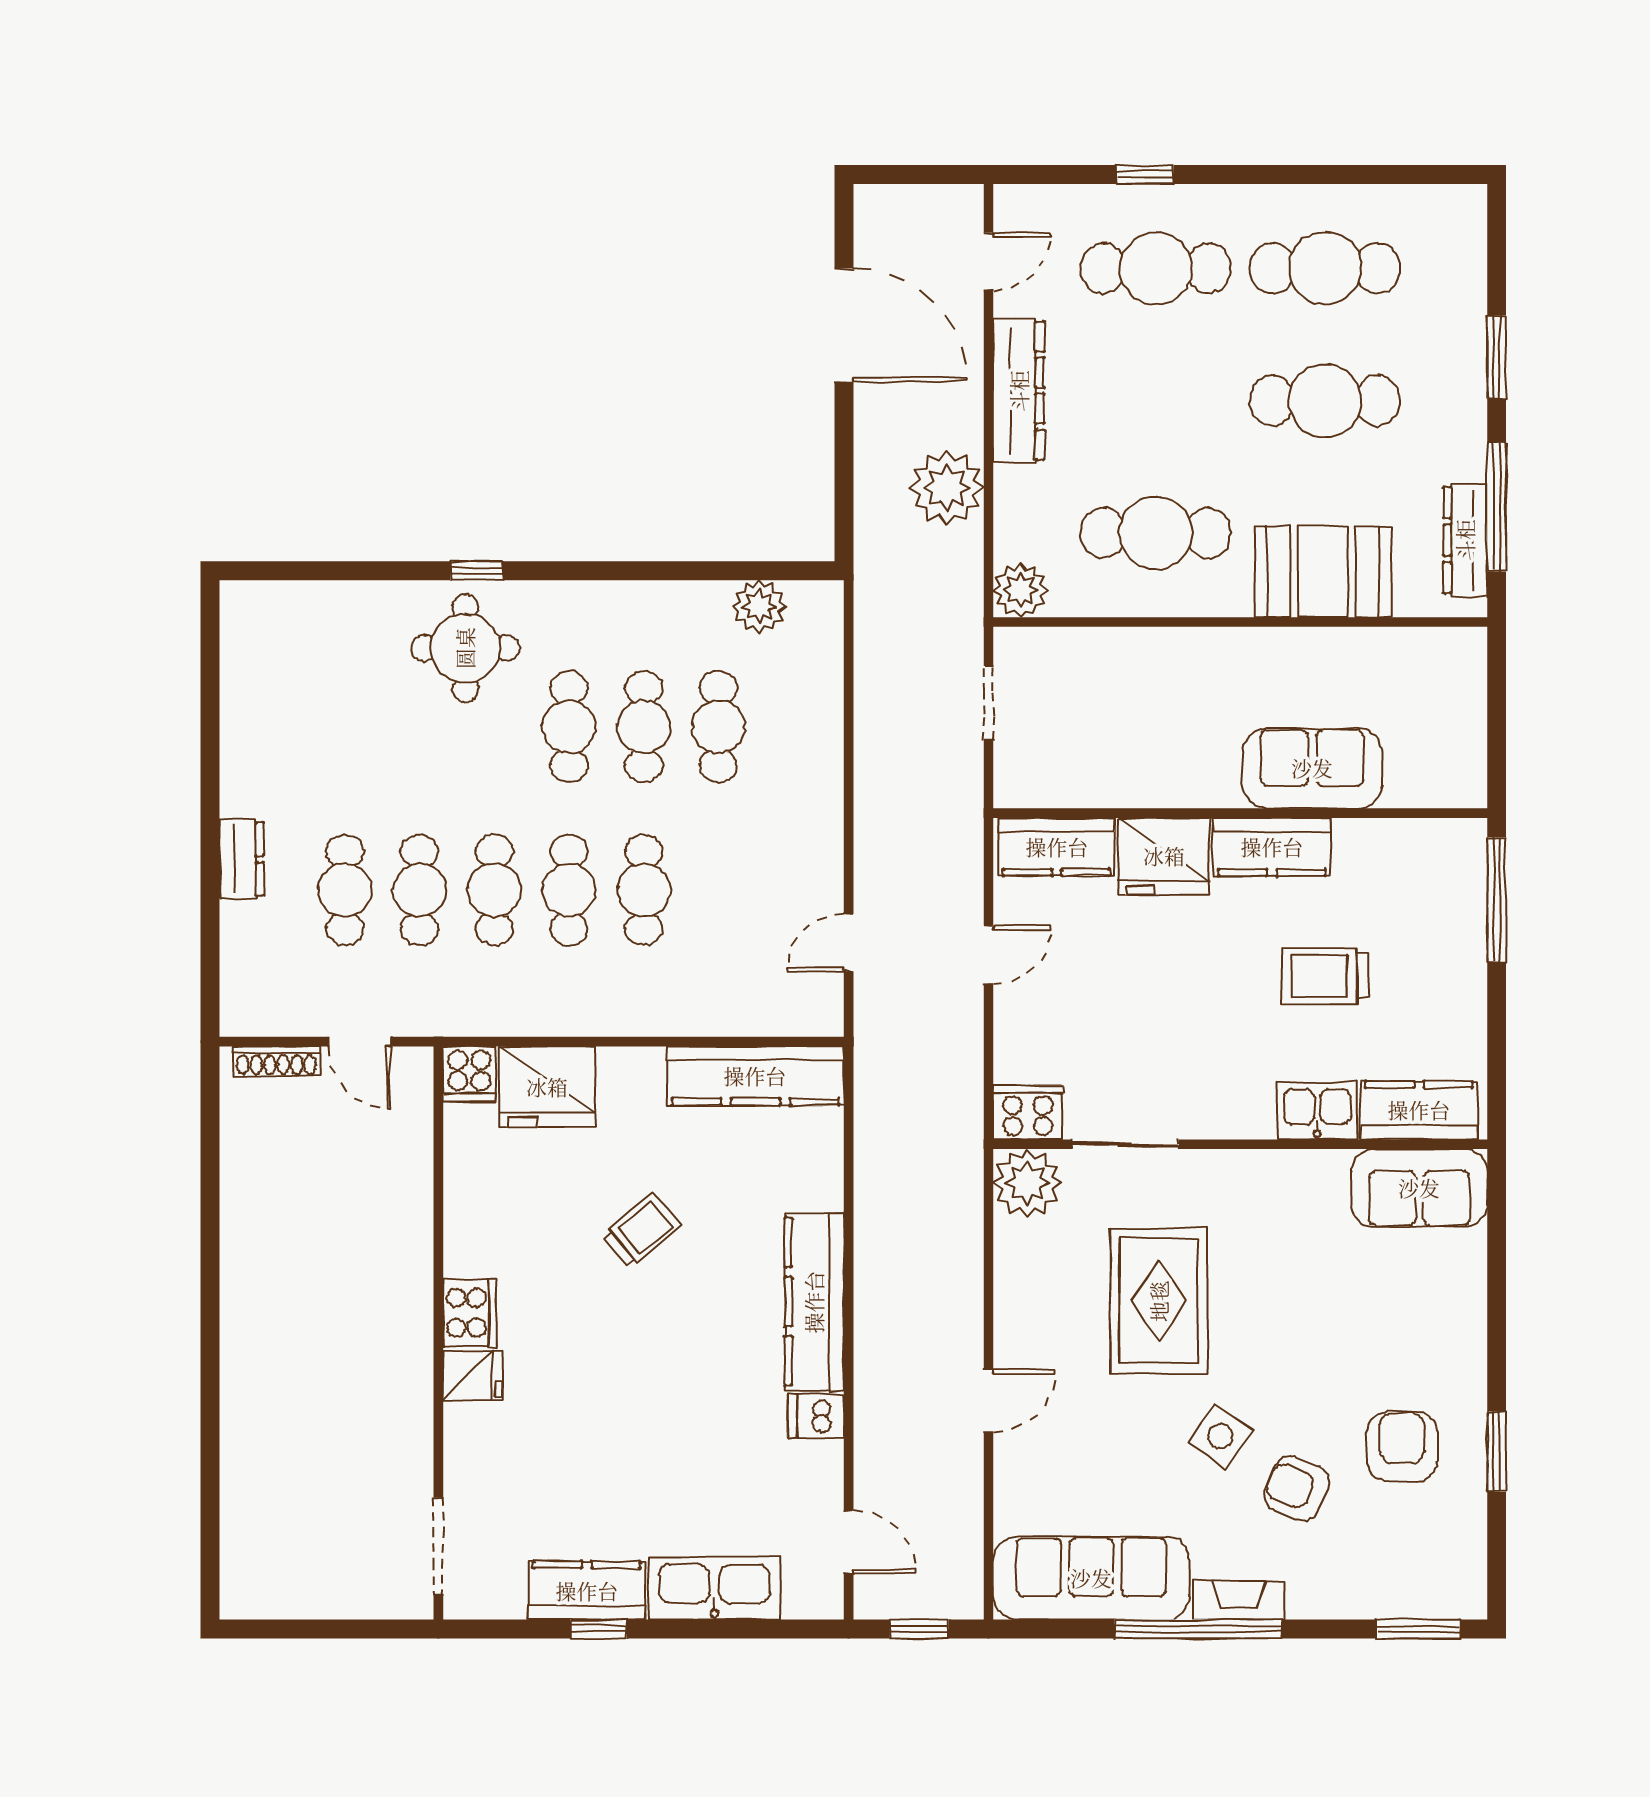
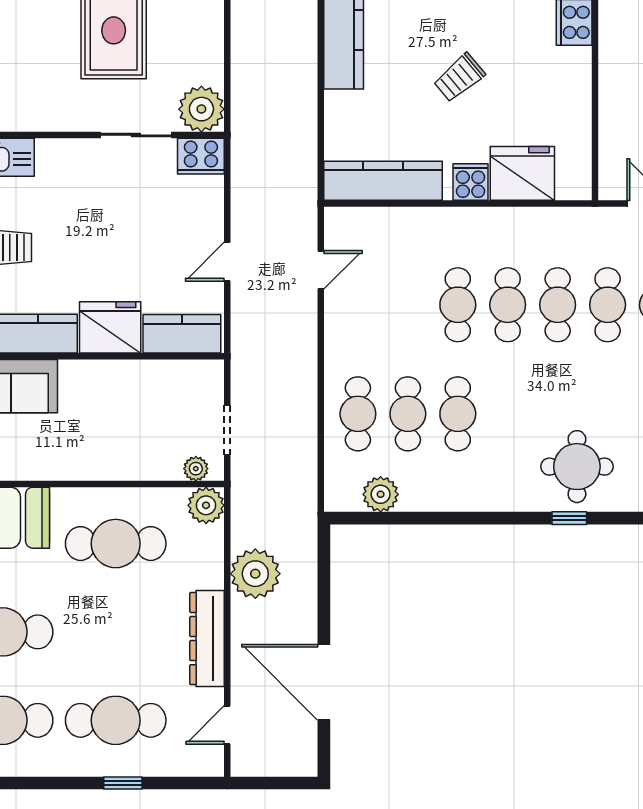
plant: (1036, 645) -> (196, 469), added
cafe table: (569, 727) -> (358, 414), moved
cooker: (469, 1074) -> (471, 182), moved

